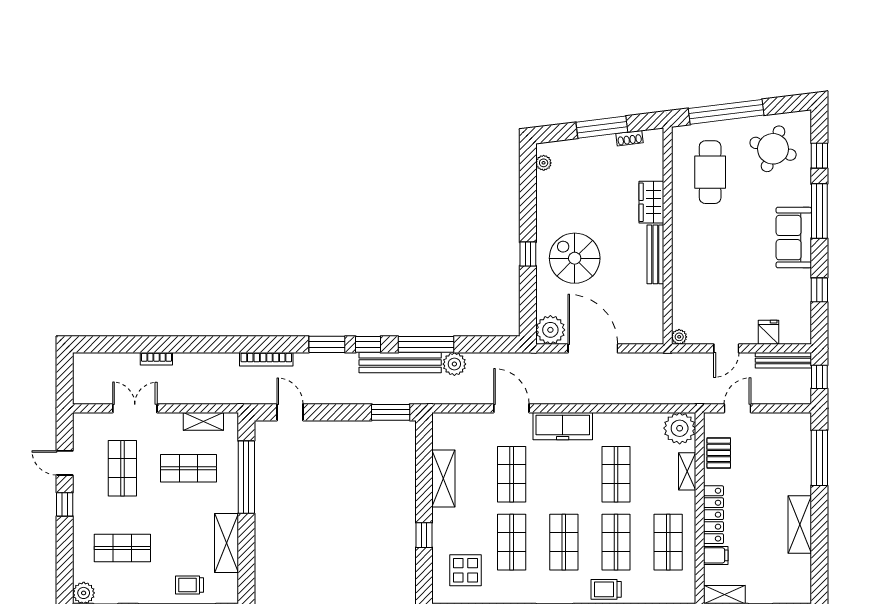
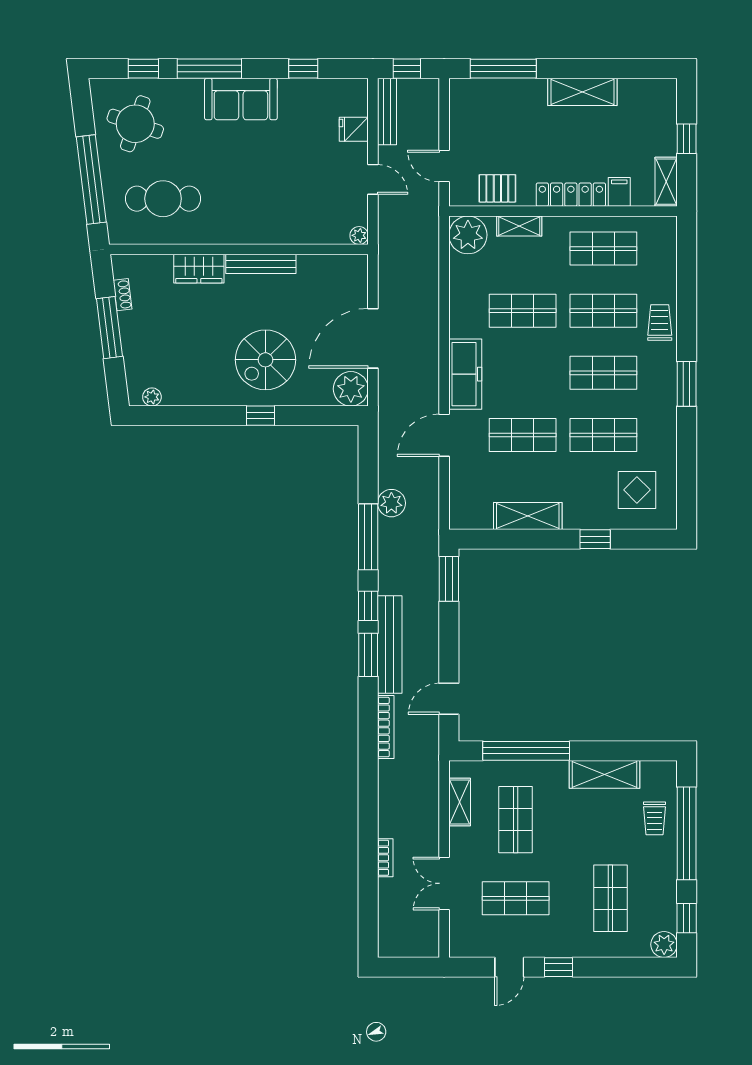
bench: (400, 363) -> (390, 645), moved
trolley: (606, 589) -> (660, 323), turned 180

